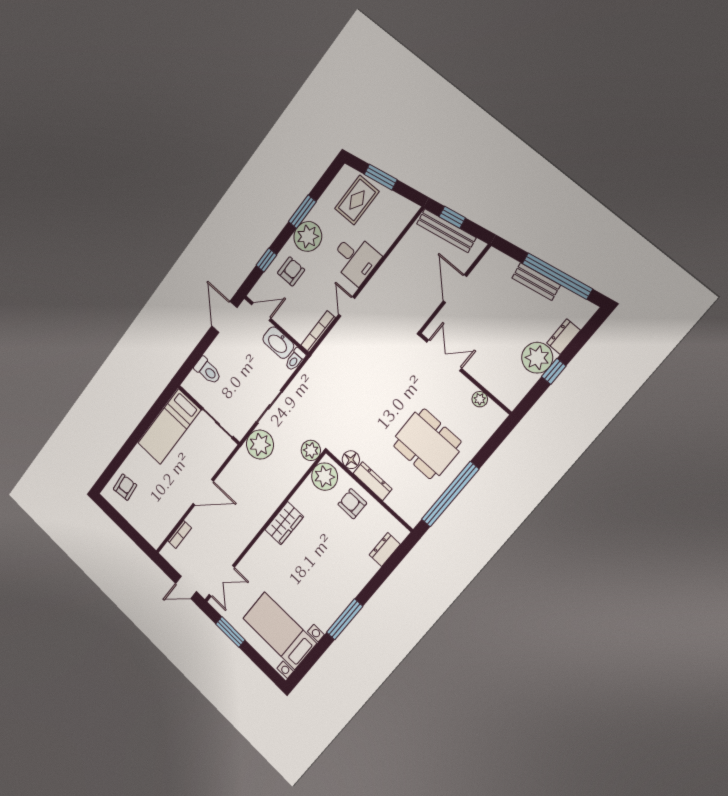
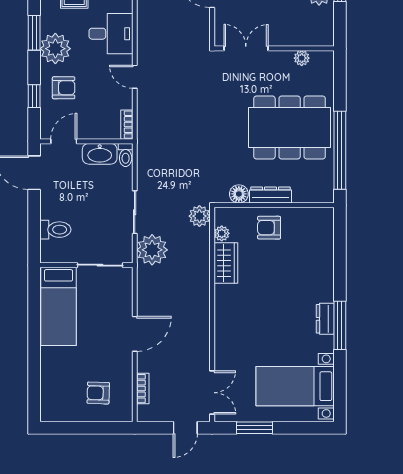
armchair: (291, 271) -> (64, 88), turned 90
bookcase: (318, 331) -> (127, 125), width x0.64
dining table: (427, 444) -> (290, 127), width x1.36, depth x1.24
plant: (325, 477) -> (222, 233), width x0.53, depth x0.53
armchair: (125, 487) -> (98, 393), moved, turned -82
wardrobe: (284, 523) -> (226, 263), moved
dresser: (385, 550) -> (325, 319), moved

